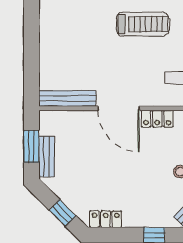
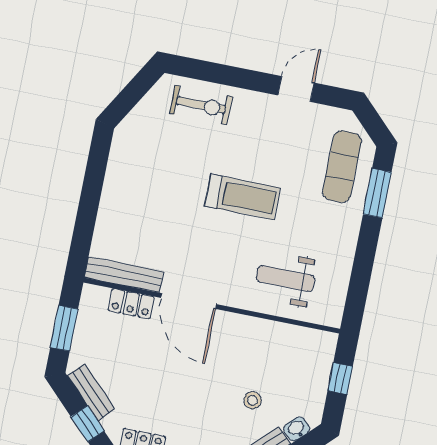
locker: (157, 119) -> (131, 304), moved
bench: (47, 156) -> (91, 392), moved, turned -45

